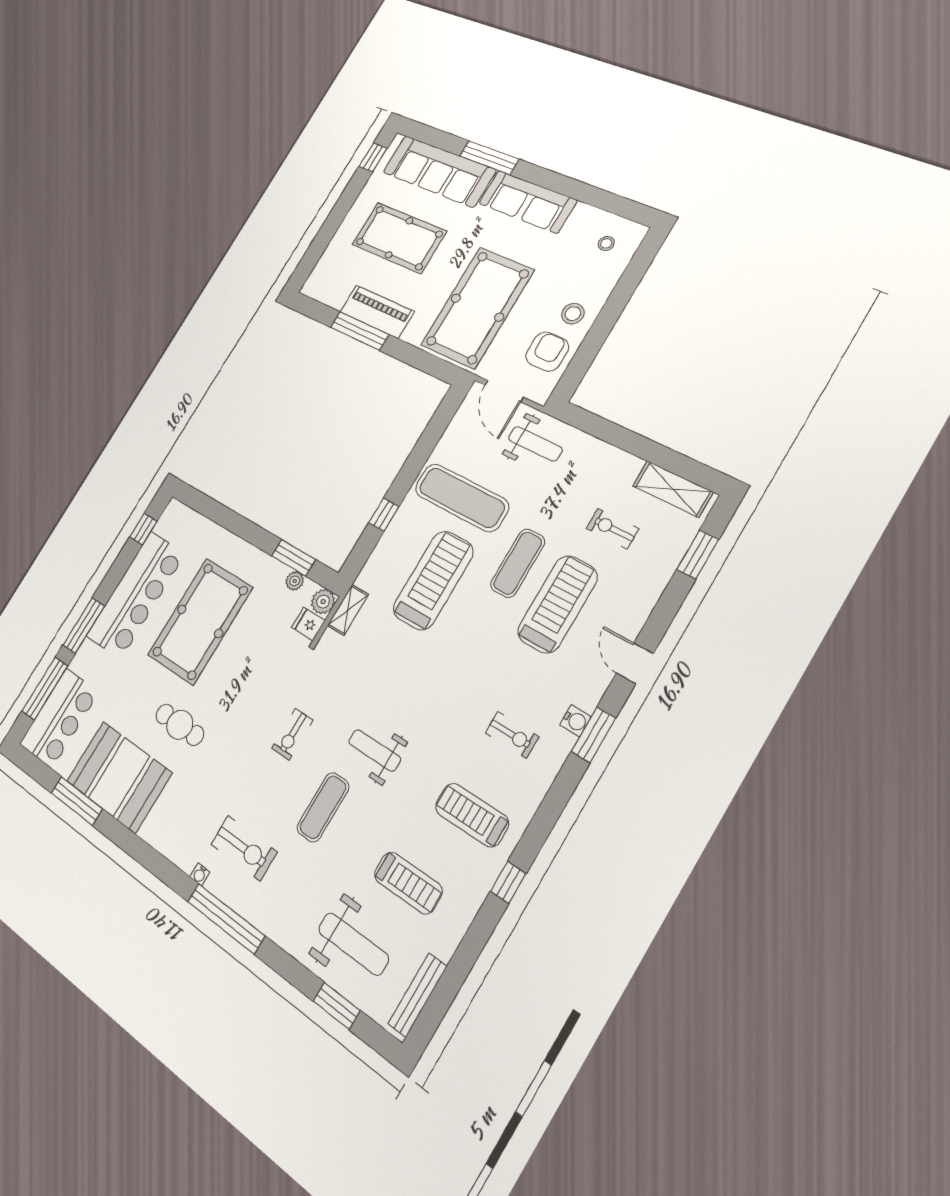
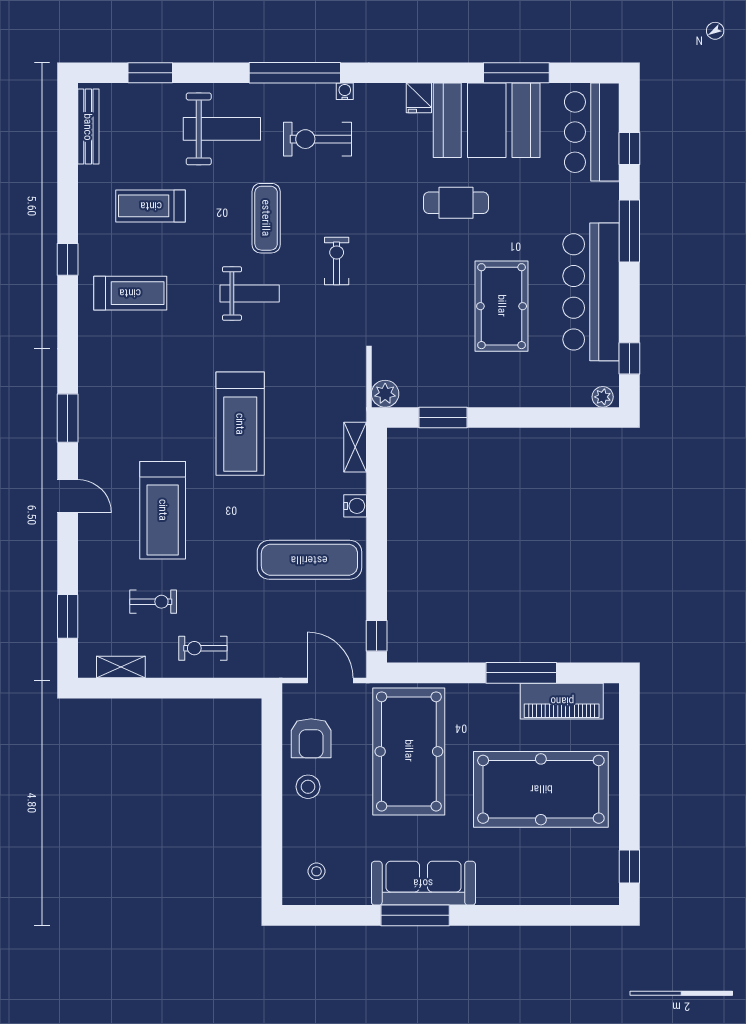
window: (489, 158) -> (415, 915), moved
sofa: (439, 171) -> (542, 880), removed
pool table: (399, 238) -> (541, 789), width x1.36, depth x1.32
piano: (377, 312) -> (562, 701), moved
weight bench: (535, 444) -> (269, 644), removed
shelving: (673, 489) -> (121, 667), width x0.67, depth x0.75
window: (384, 515) -> (377, 636), moved
exercise mat: (518, 563) -> (220, 527), removed
treadmill: (433, 580) -> (240, 424), moved
plant: (295, 581) -> (603, 397), moved
shelving: (348, 610) -> (355, 447), moved
pool table: (200, 621) -> (502, 306), width x0.73, depth x0.76
fridge: (308, 624) -> (419, 98), moved, turned 90
window: (45, 689) -> (629, 149), width x0.46
water cooler: (576, 721) -> (355, 506), moved, turned 180
exercise bike: (512, 735) -> (203, 648), moved
weight bench: (353, 944) -> (222, 129), moved, turned 180

